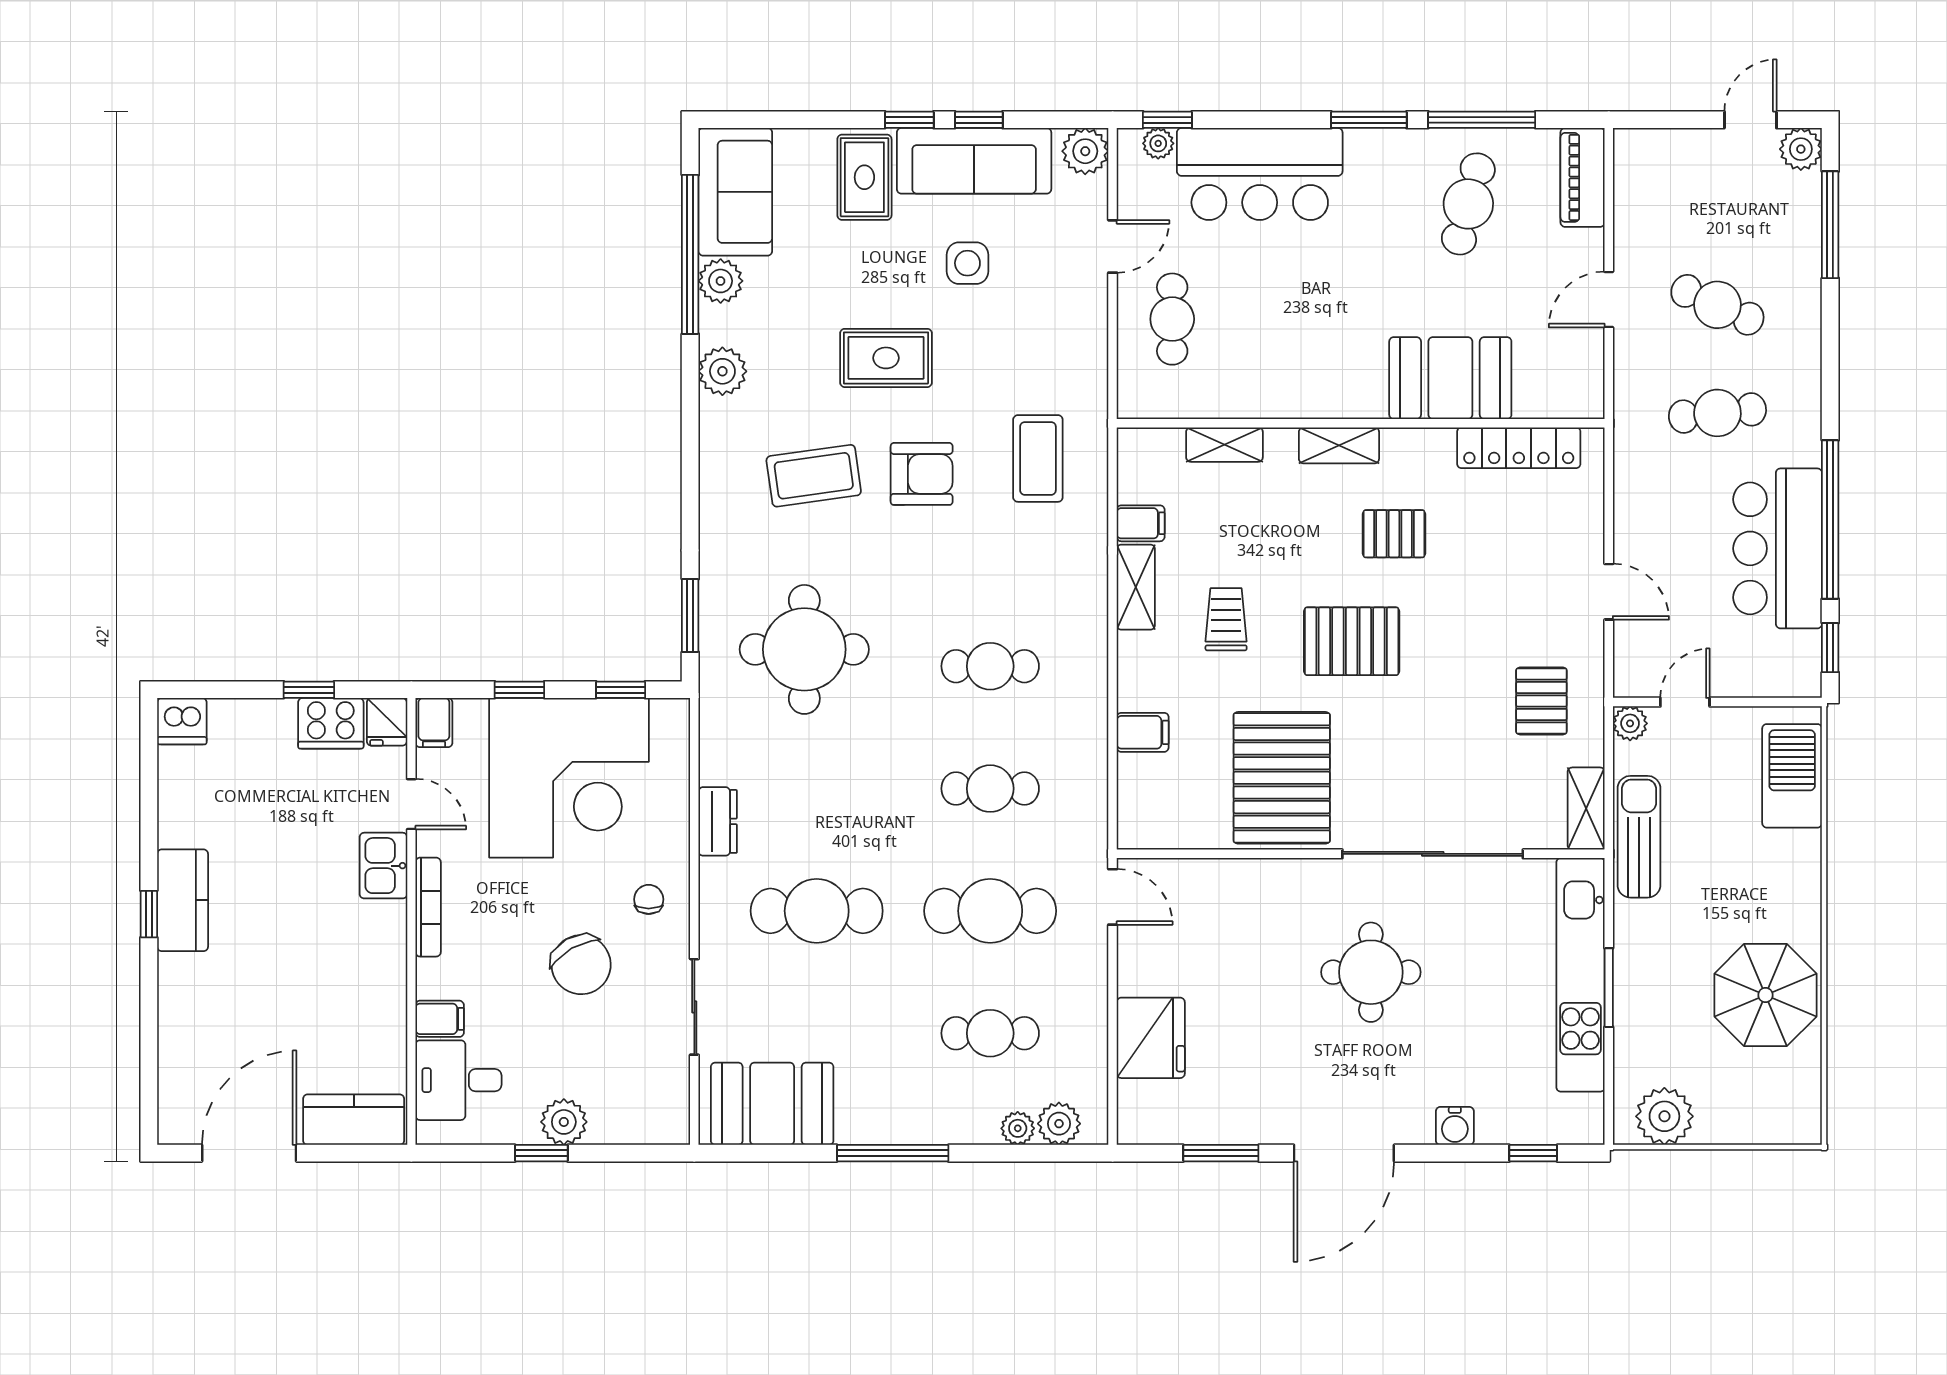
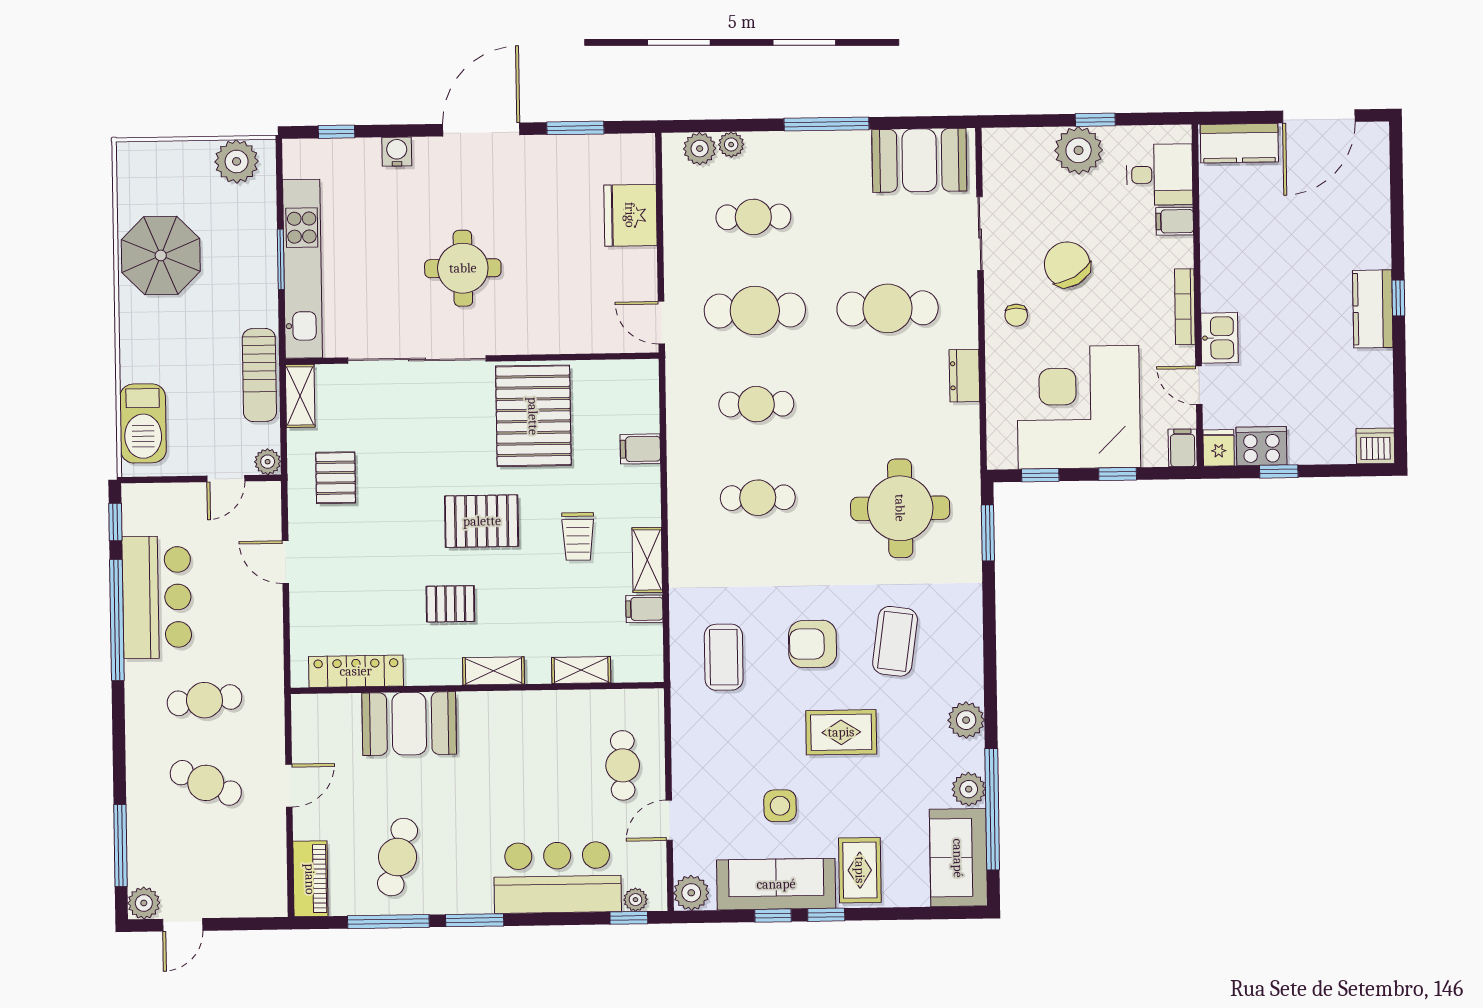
coffee table: (814, 476) -> (895, 641), turned -74
plant: (564, 1122) -> (1079, 150), width x1.36, depth x1.36

